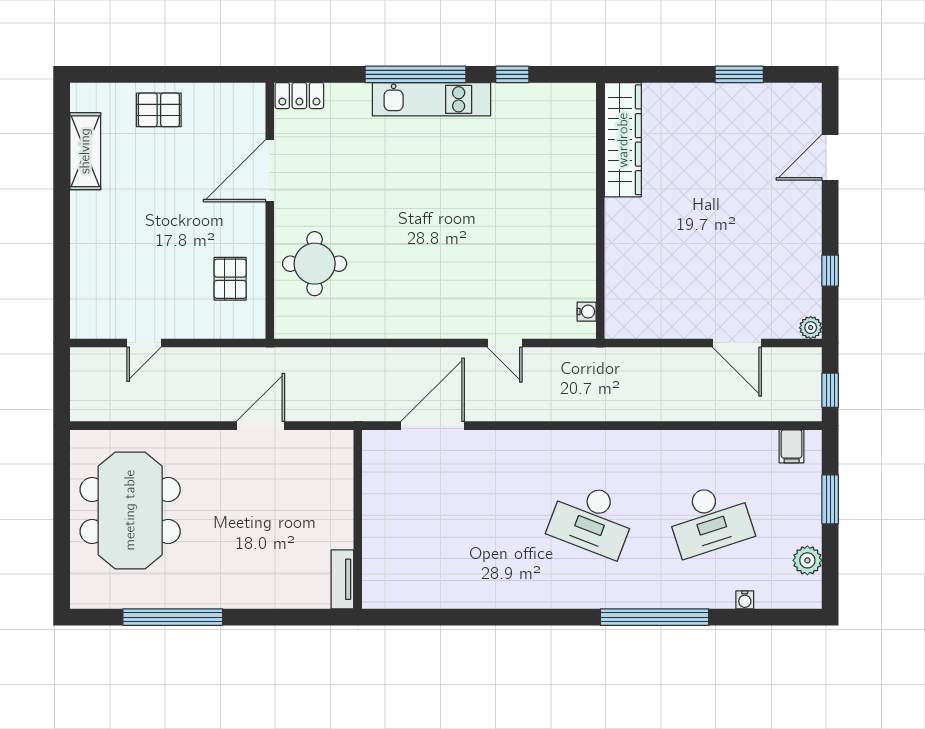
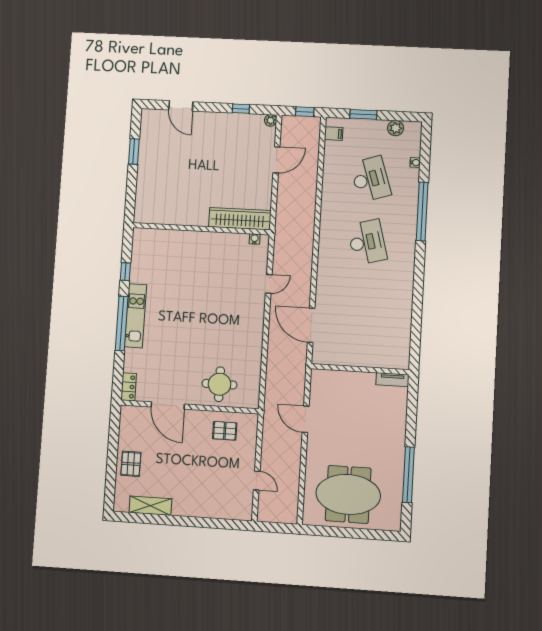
wardrobe: (623, 140) -> (240, 219), moved
desk: (592, 519) -> (367, 242), turned -36

